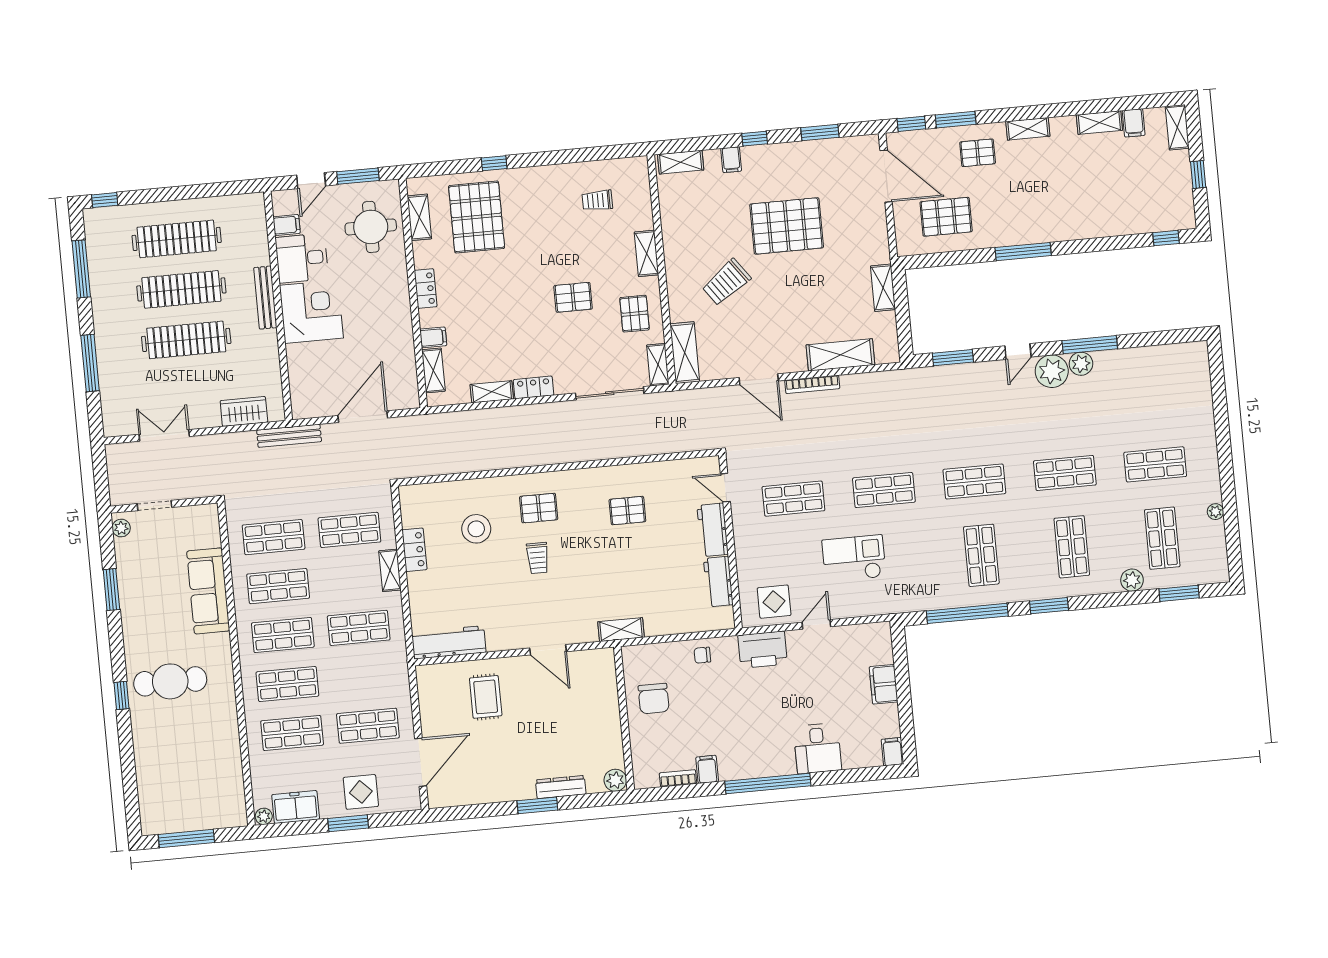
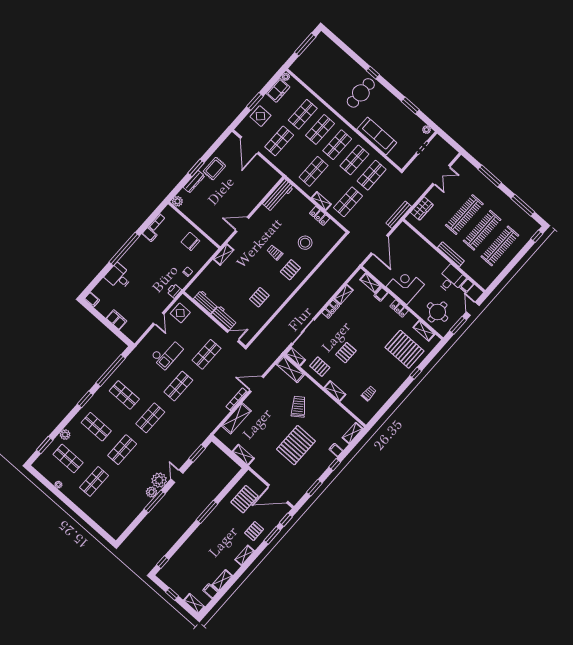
corner desk: (311, 312) -> (405, 286), moved, turned 180
printer: (763, 650) -> (174, 291), width x0.53, depth x0.68
rug: (486, 697) -> (214, 169), moved, turned 90

